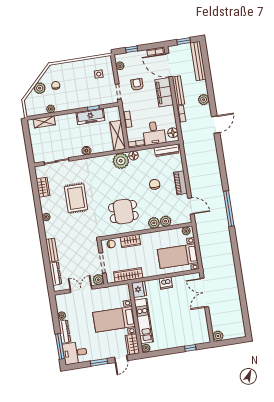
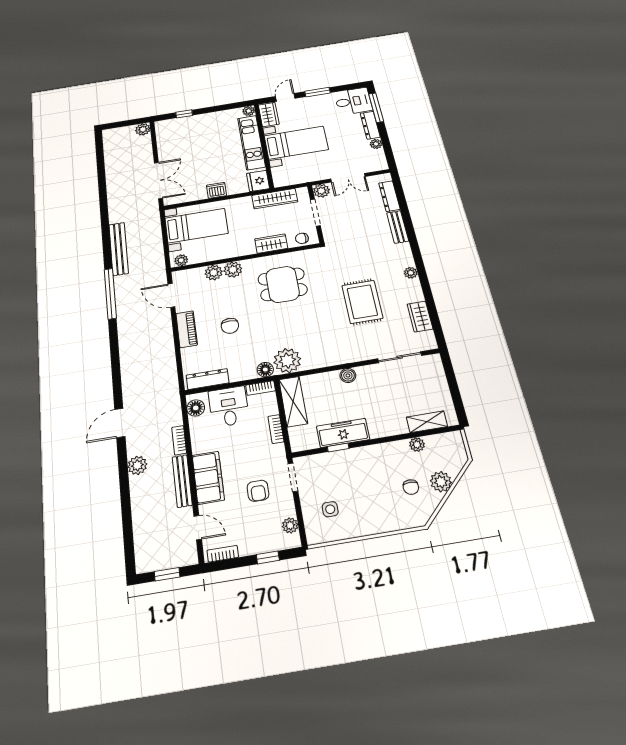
bench: (198, 61) -> (119, 249), moved
door: (169, 65) -> (198, 528), width x0.53

